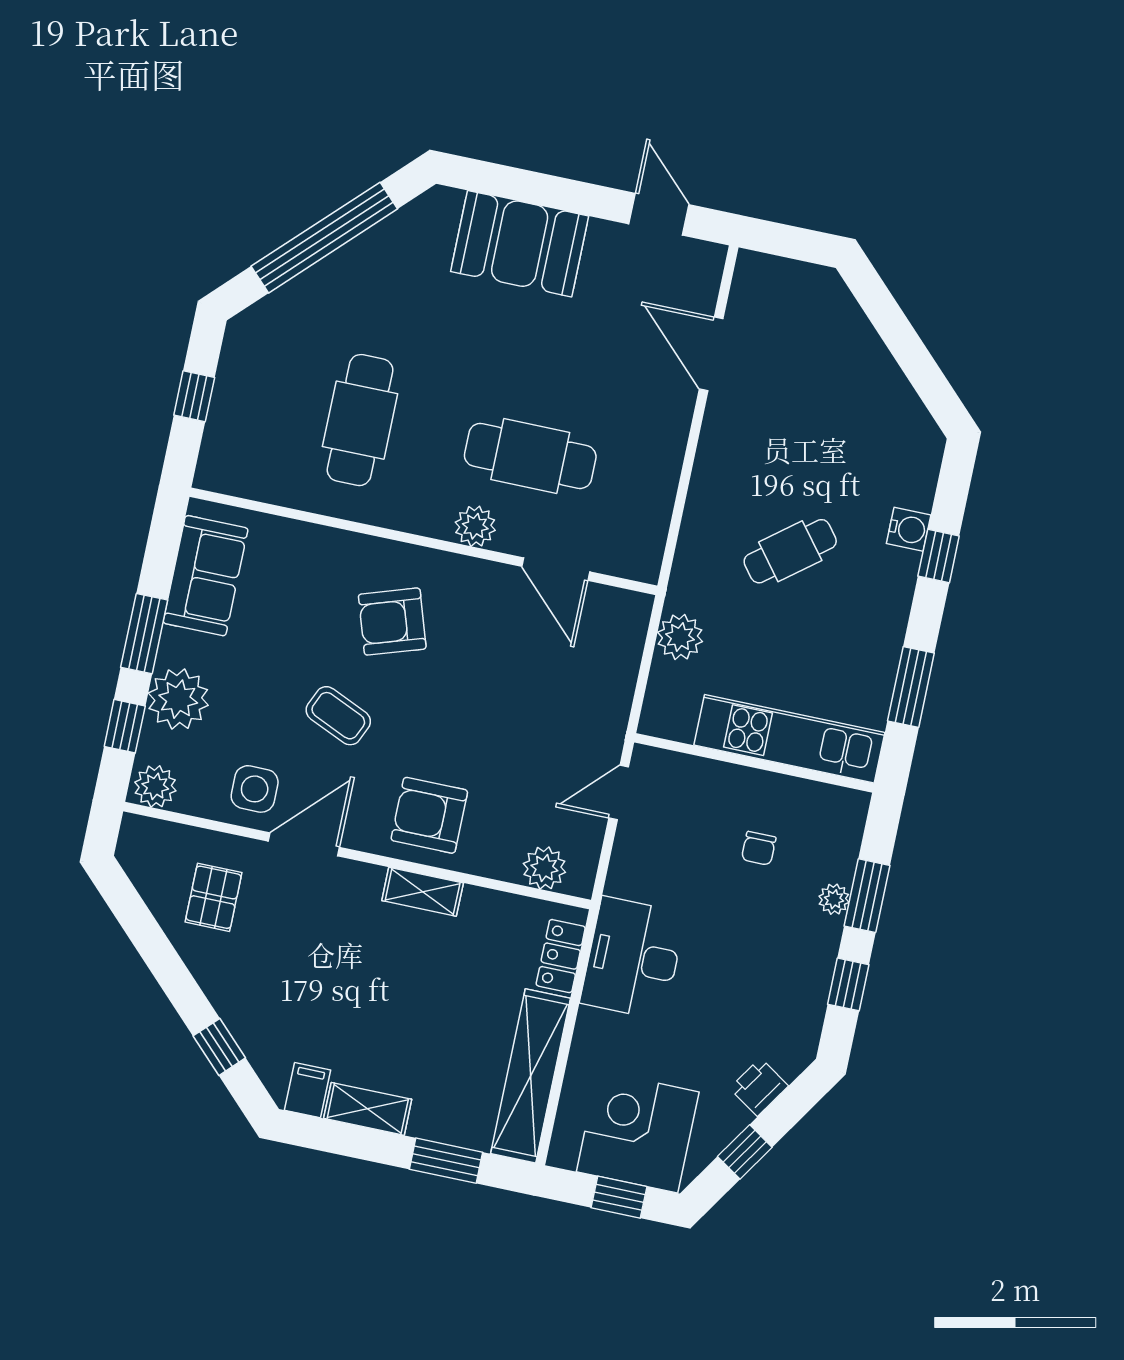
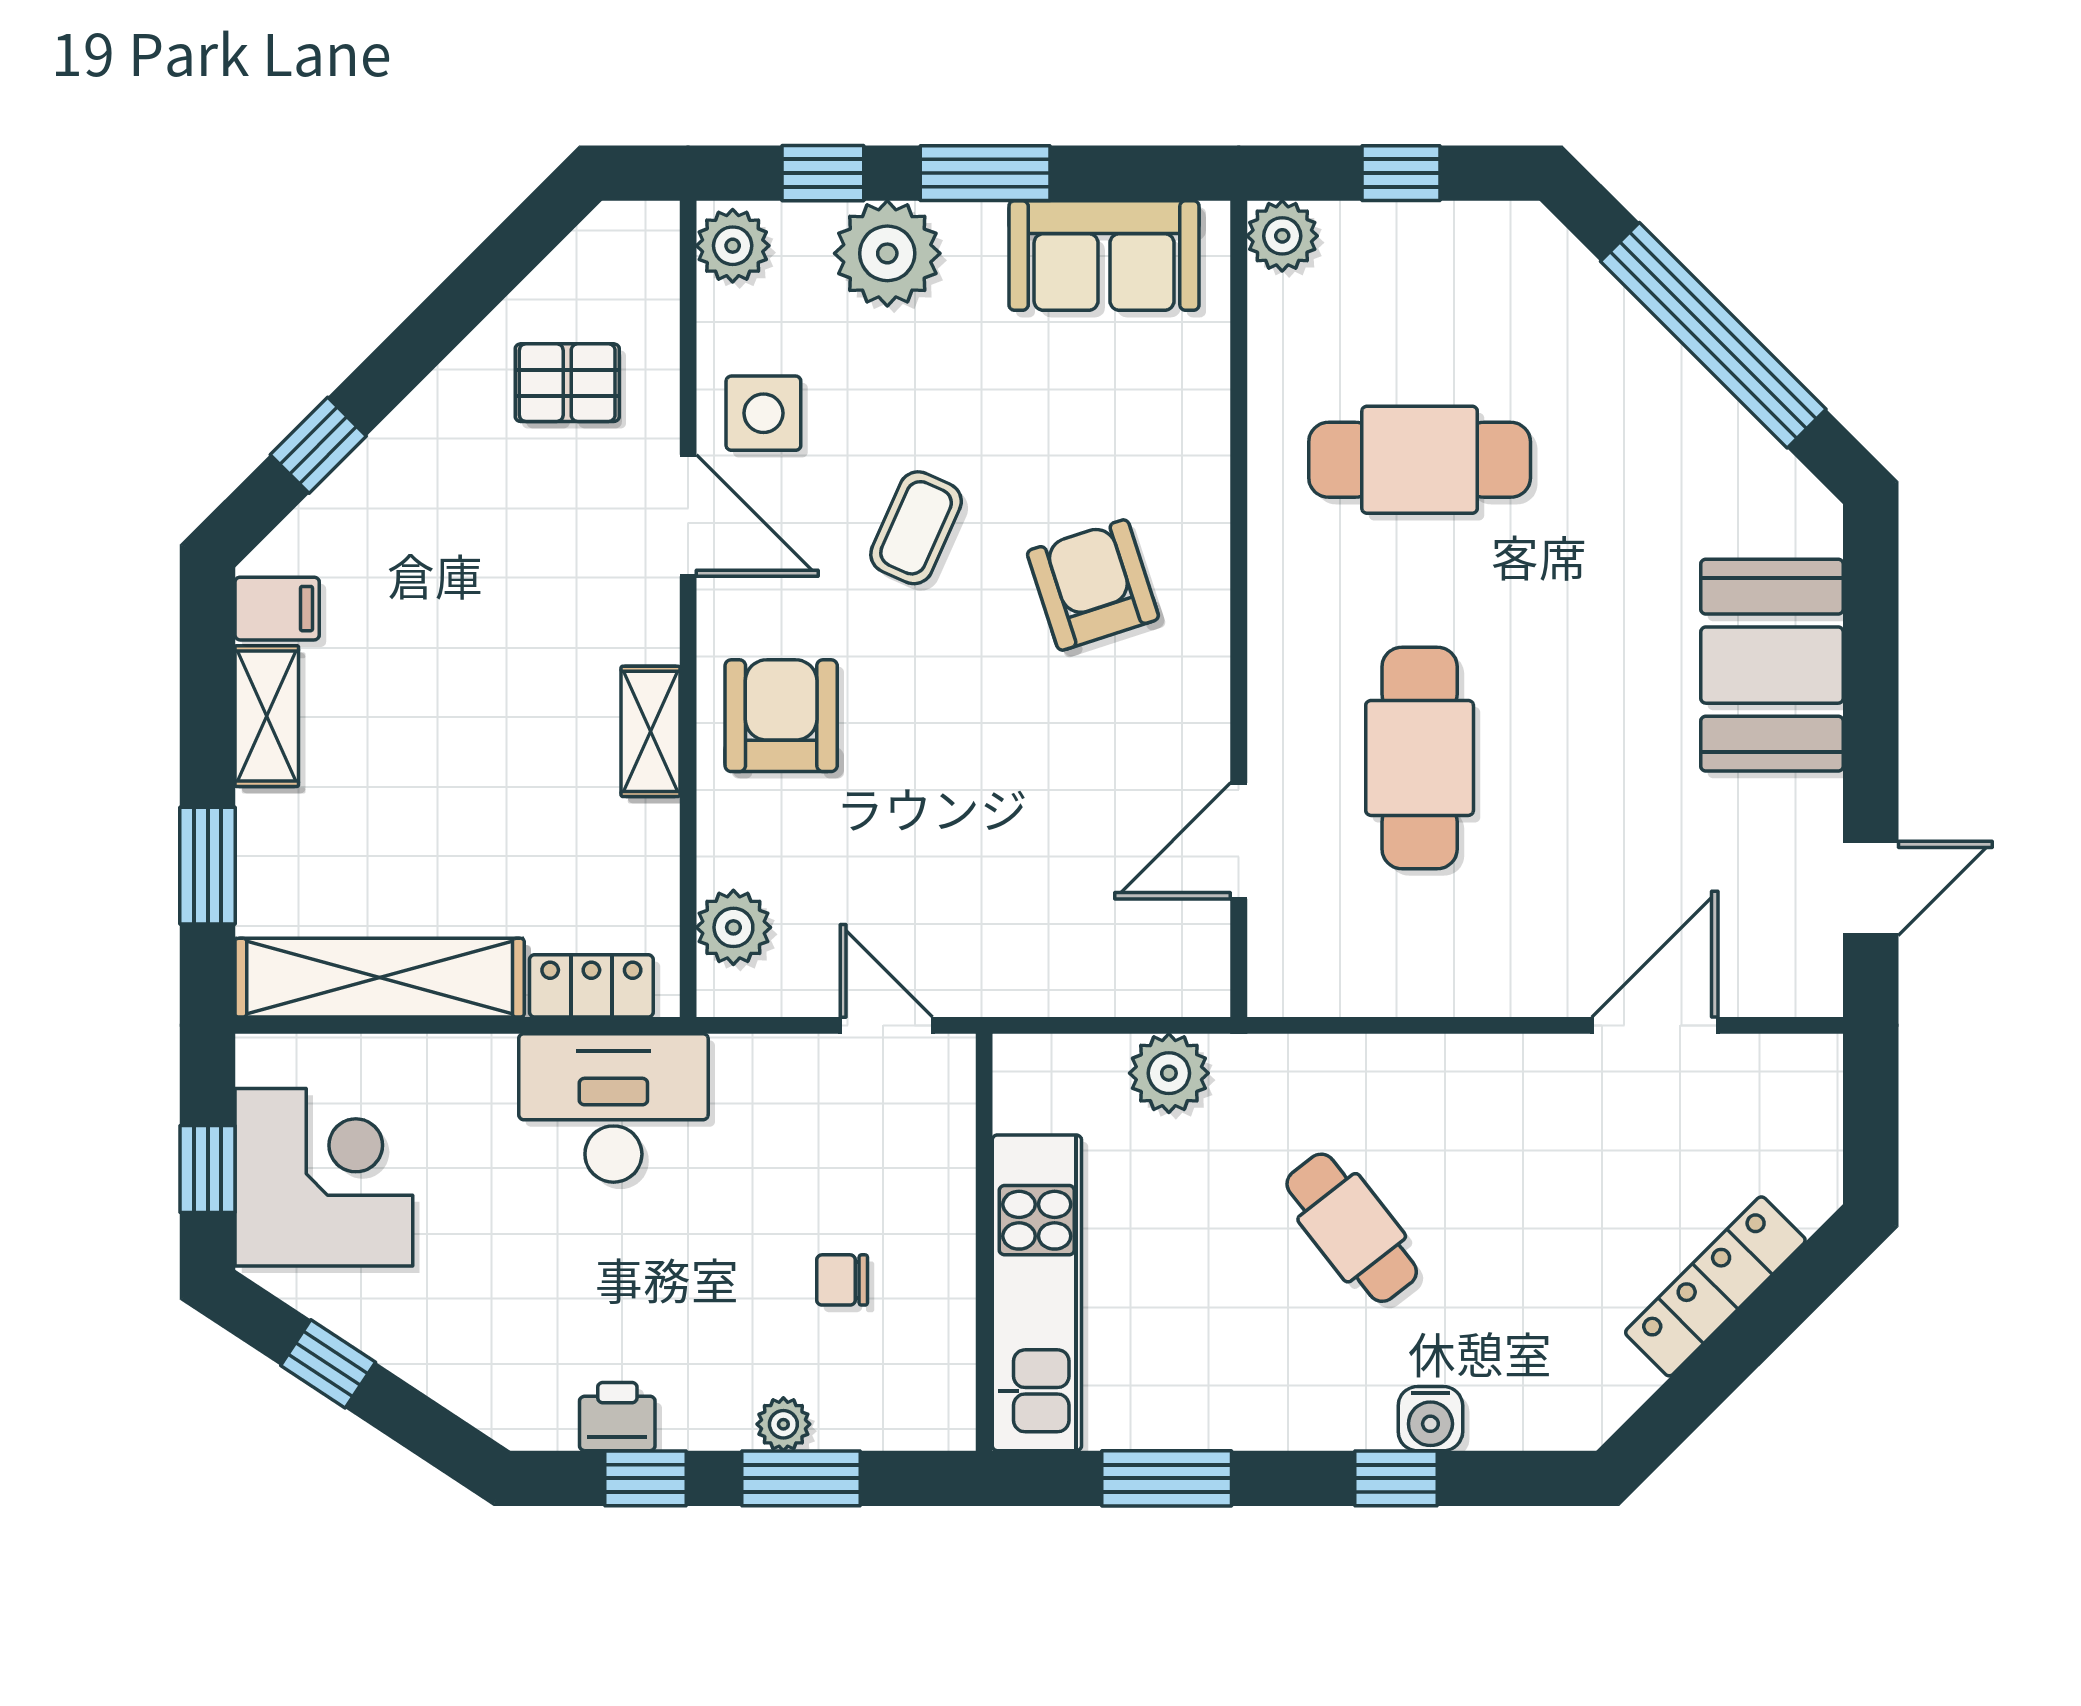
locker: (867, 351) -> (1715, 1286), added
plant: (475, 526) -> (1282, 236), moved
printer: (759, 1087) -> (617, 1417), moved, turned -33

